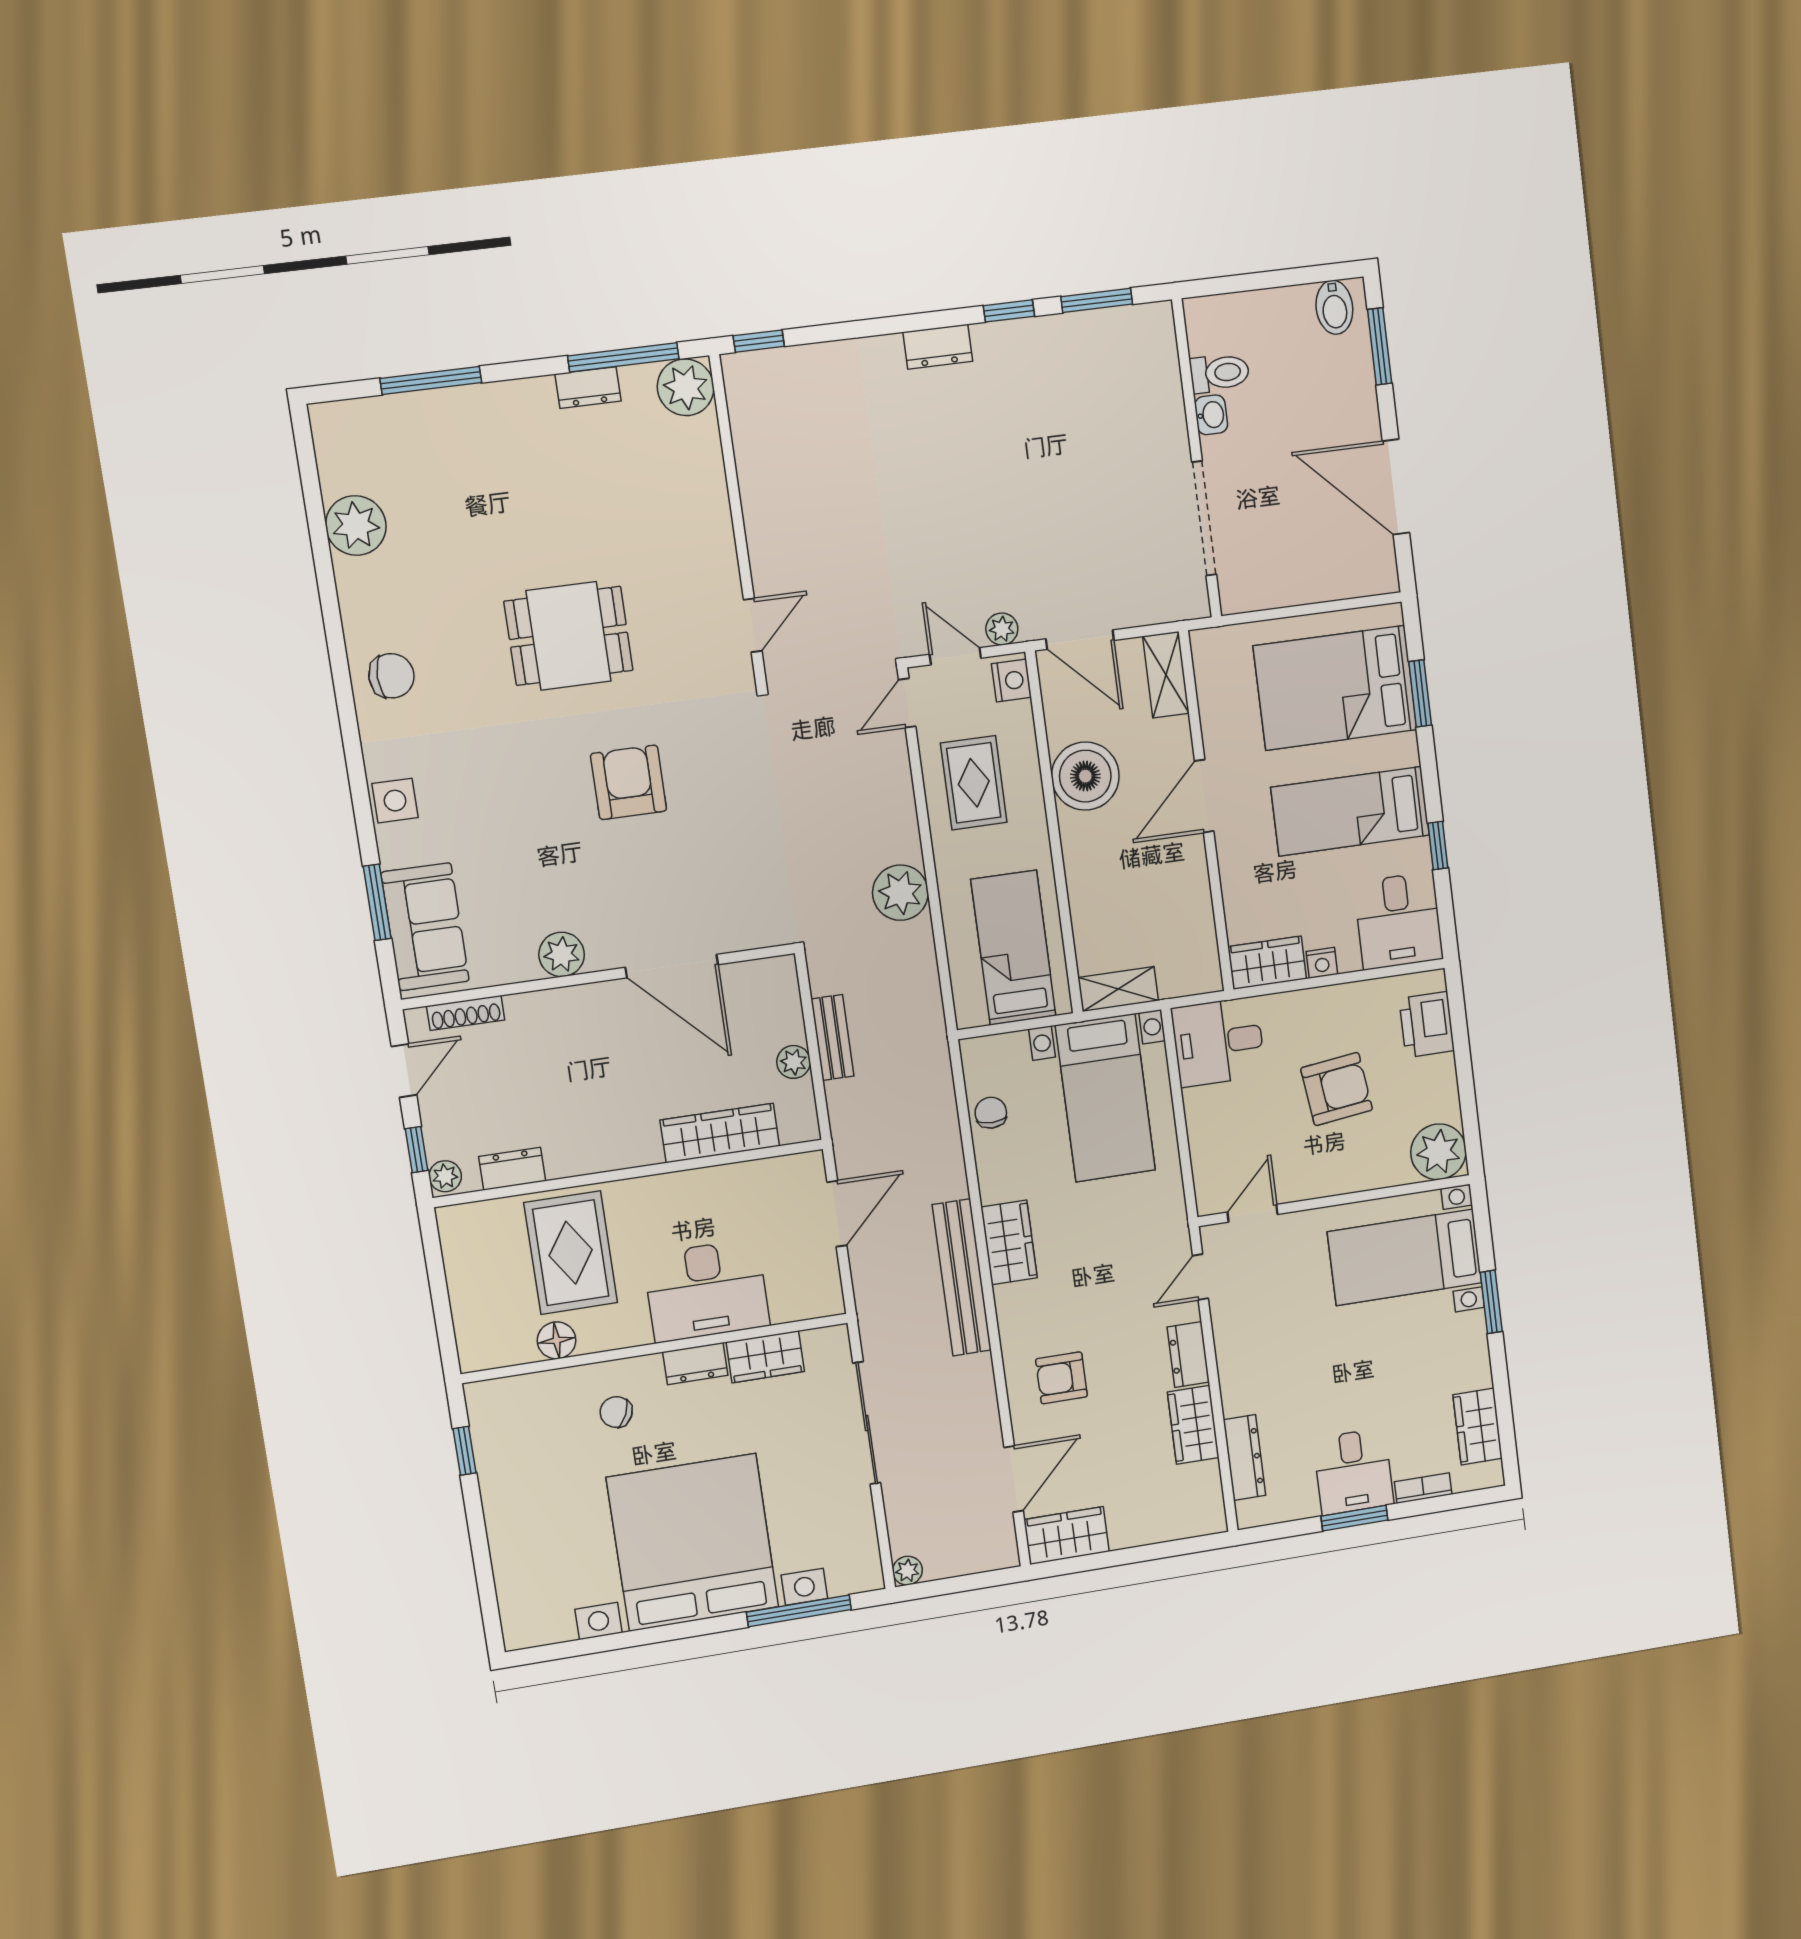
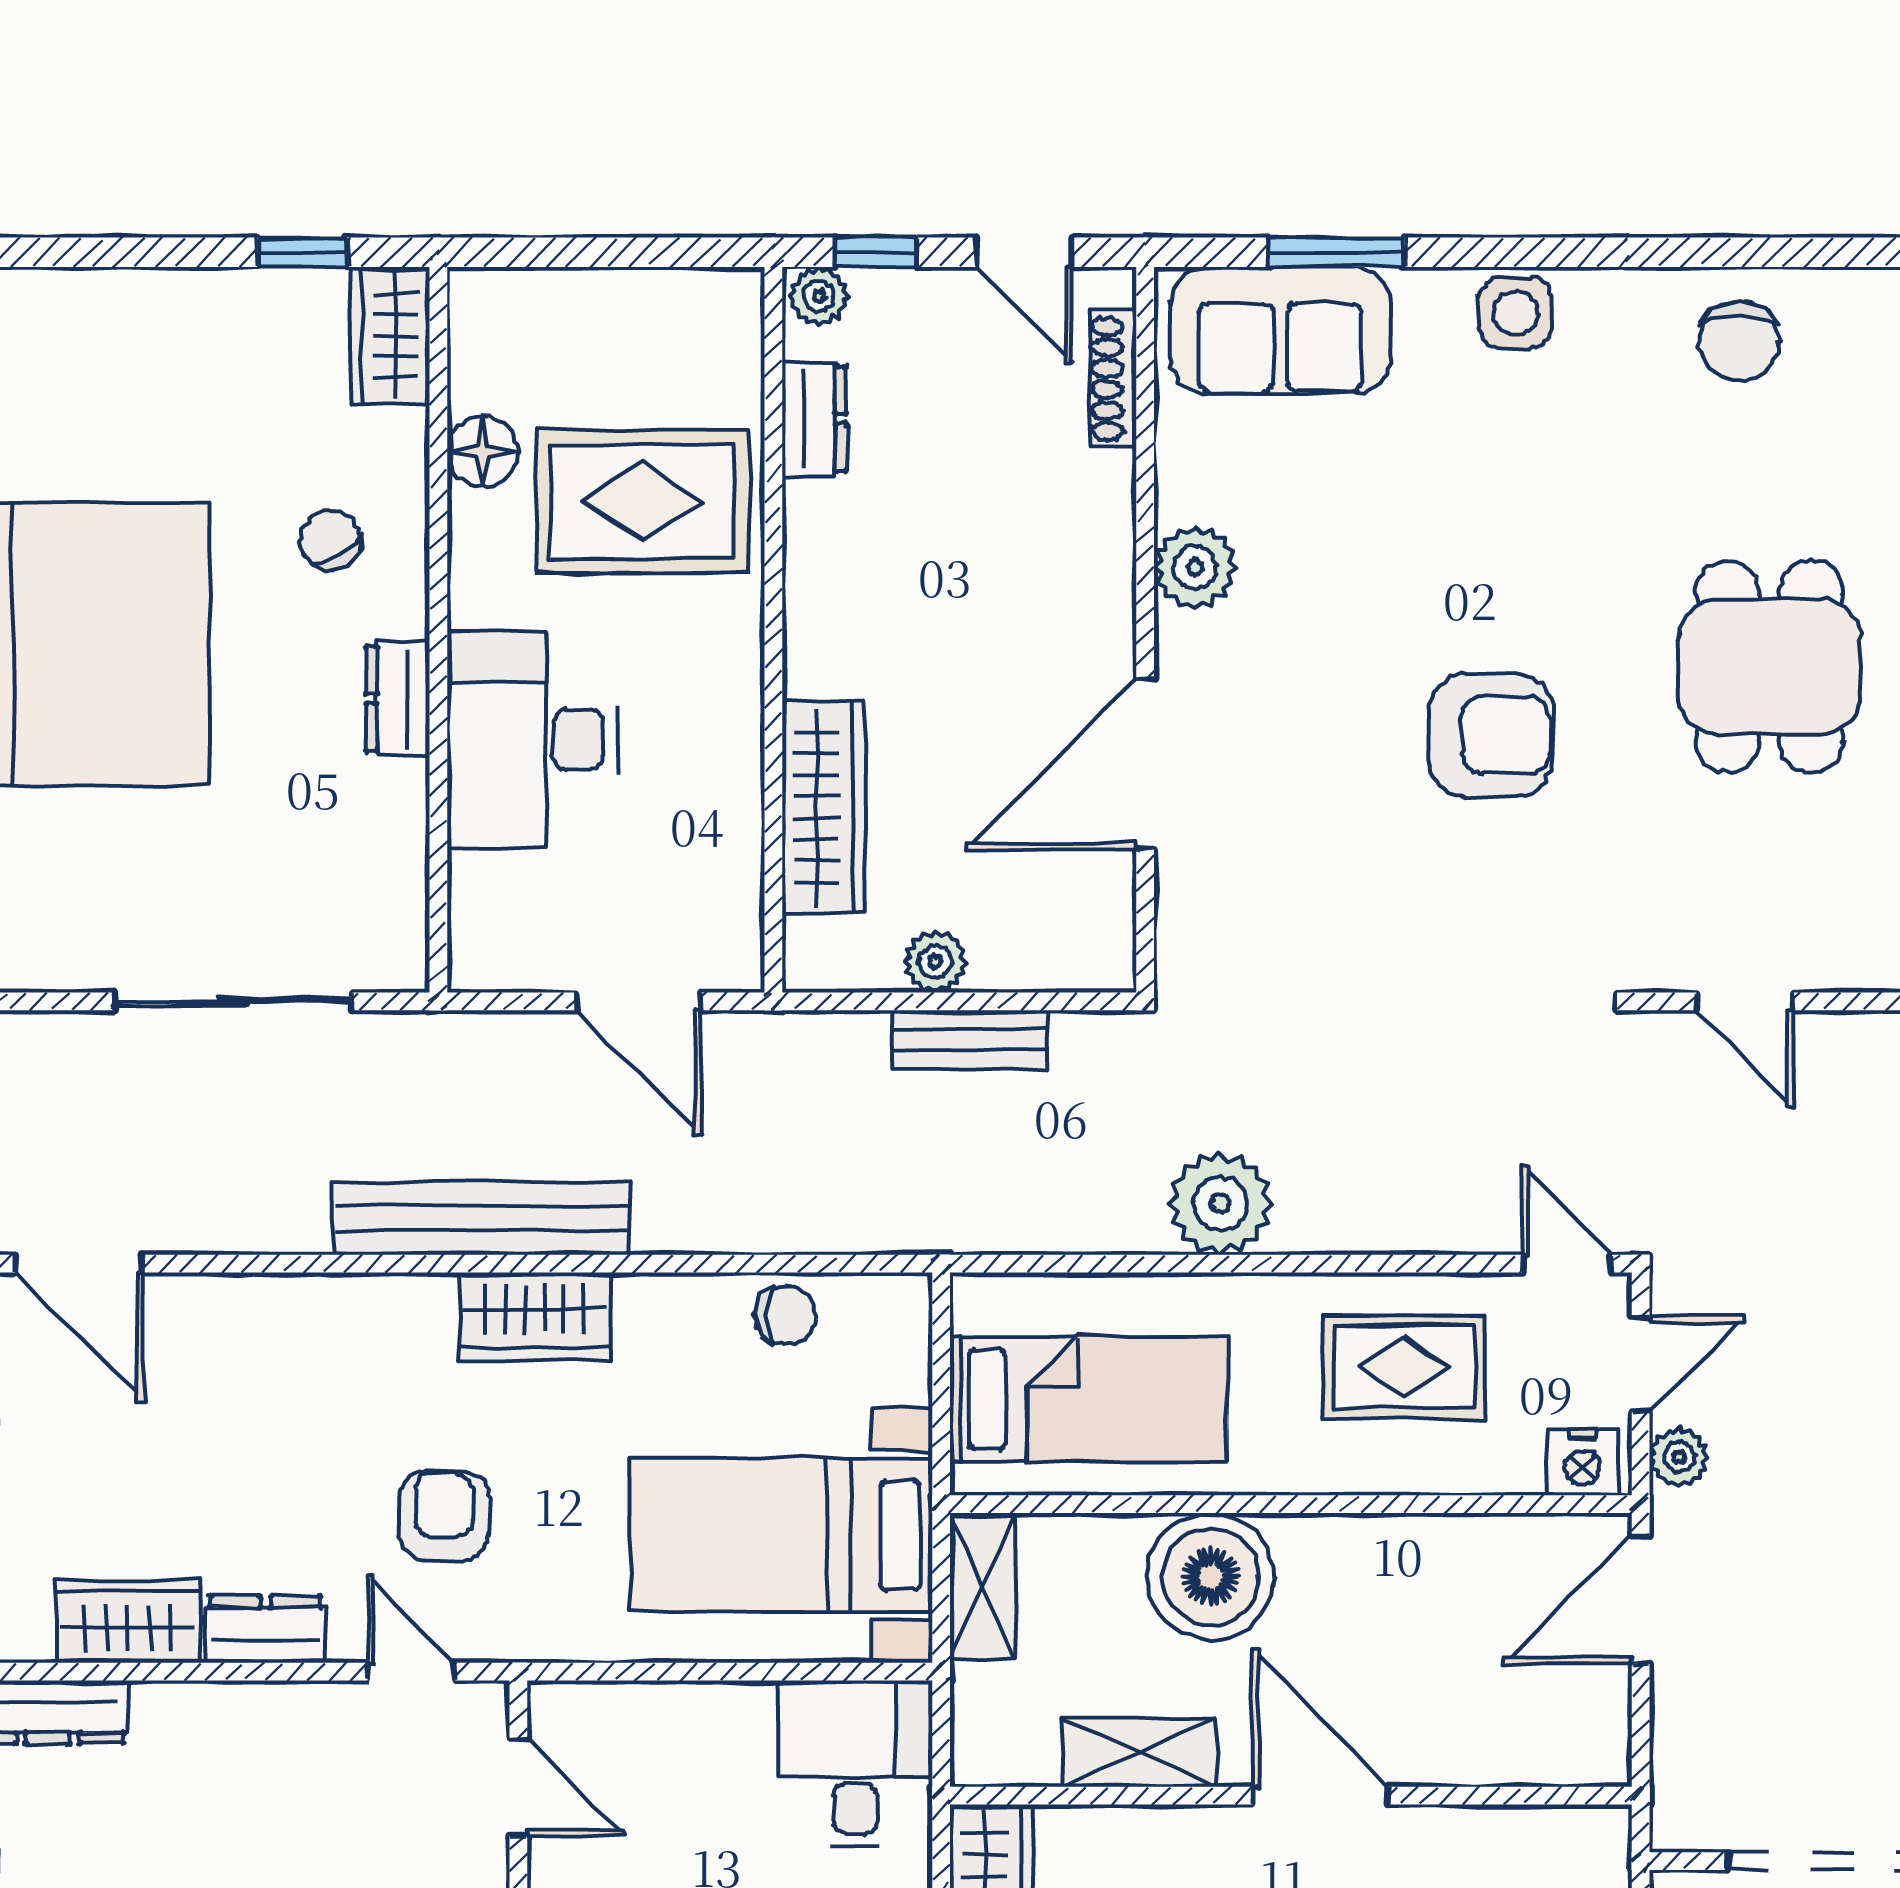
shelving: (1166, 675) -> (1139, 1752), moved
boiler: (1085, 776) -> (1210, 1577), moved
wardrobe: (765, 1357) -> (390, 335), moved
armchair: (1061, 1378) -> (444, 1516), moved
chair: (616, 1412) -> (330, 540), turned -57

